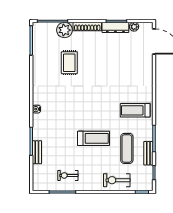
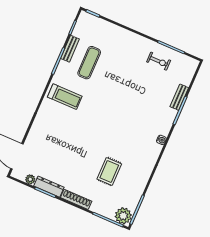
plant: (64, 30) -> (123, 216), moved
treadmill: (94, 138) -> (118, 87), removed
exercise bike: (117, 180) -> (113, 36), removed

